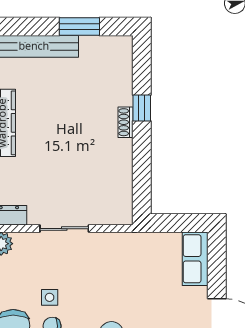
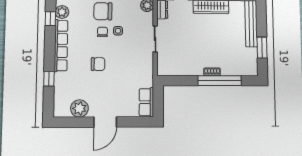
window: (142, 108) -> (220, 81), width x3.17
row of seats: (195, 259) -> (146, 102), moved, turned -90

